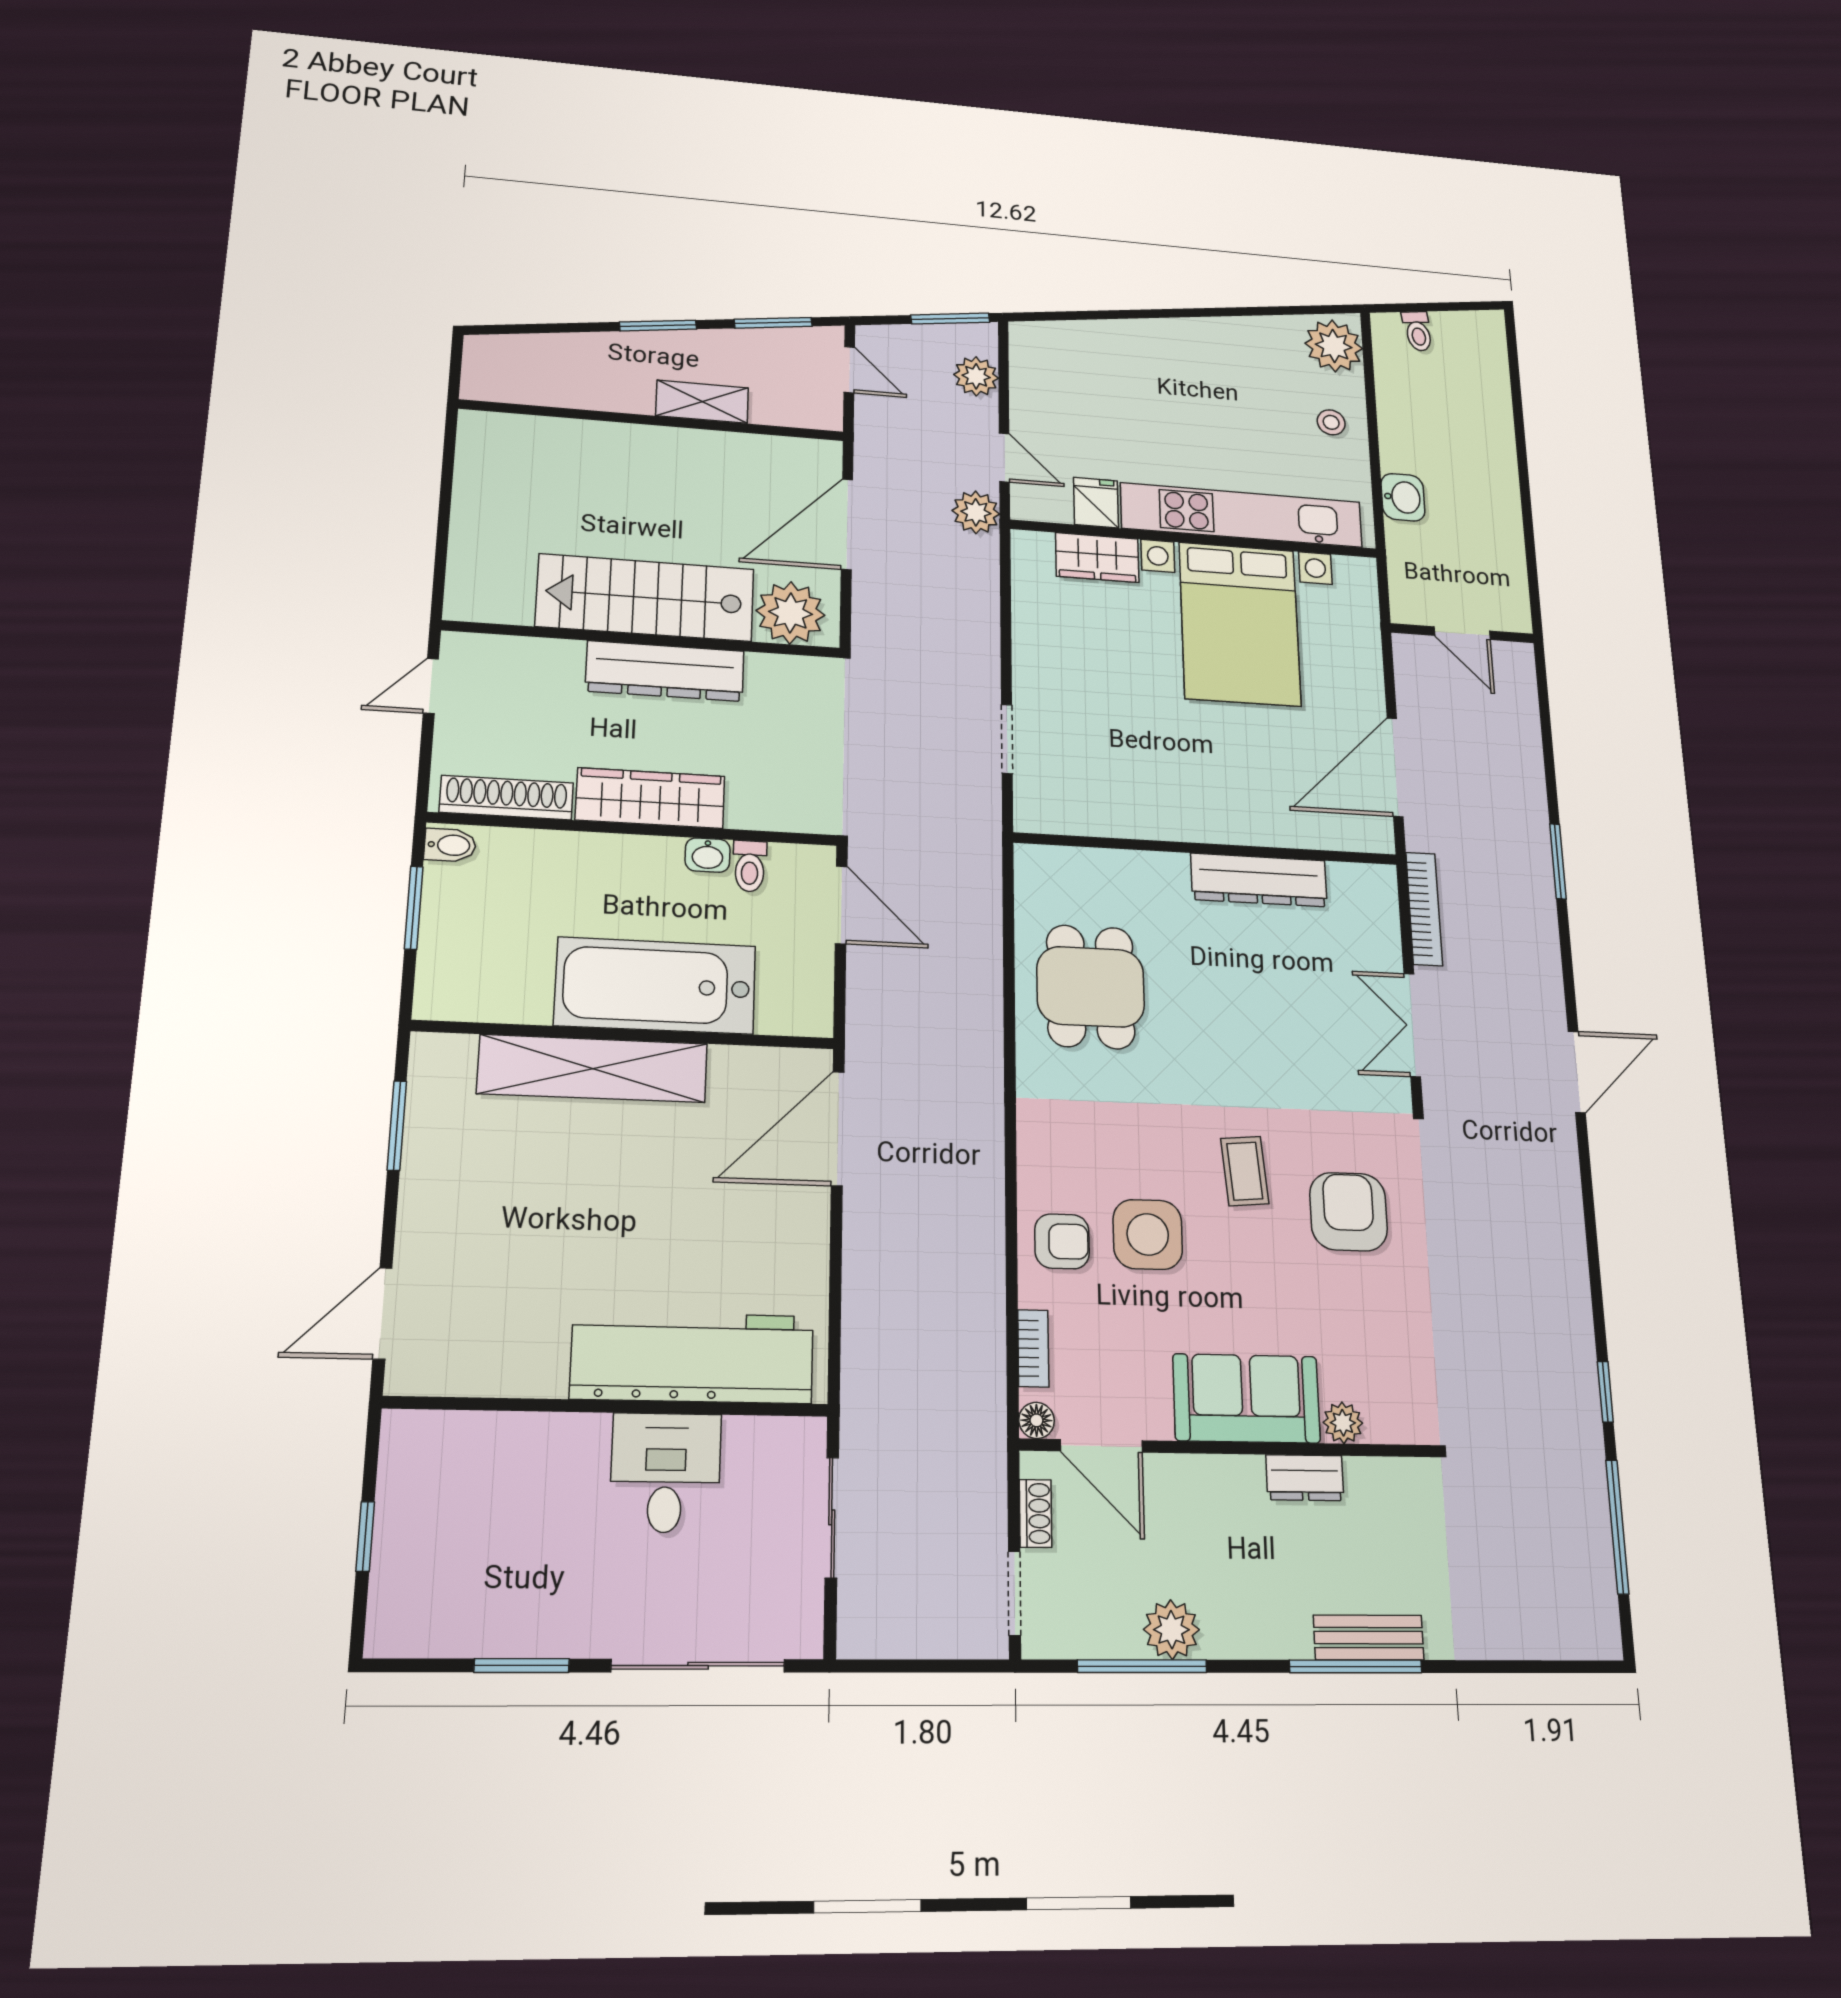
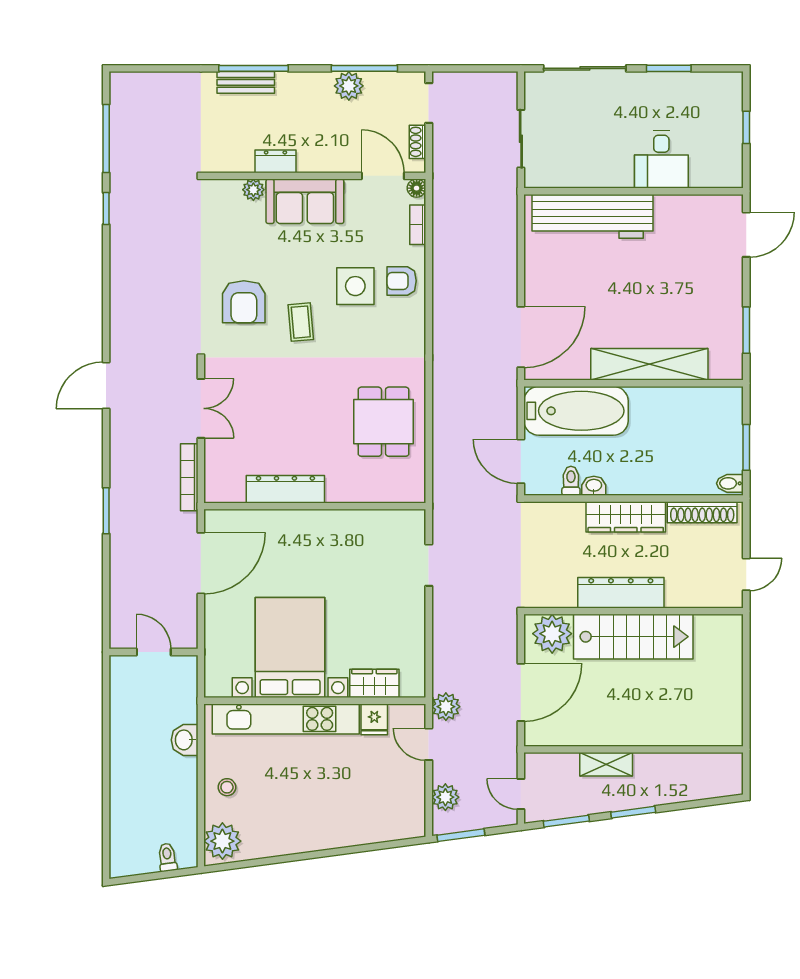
bathtub: (656, 986) -> (576, 411), moved
desk: (665, 1473) -> (661, 159), moved

